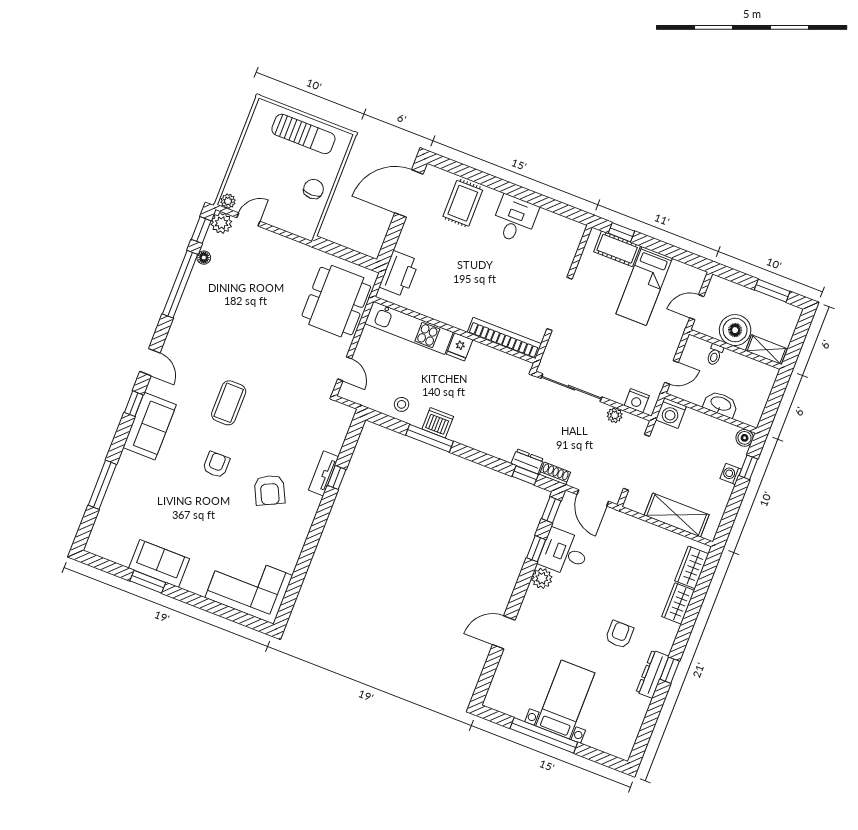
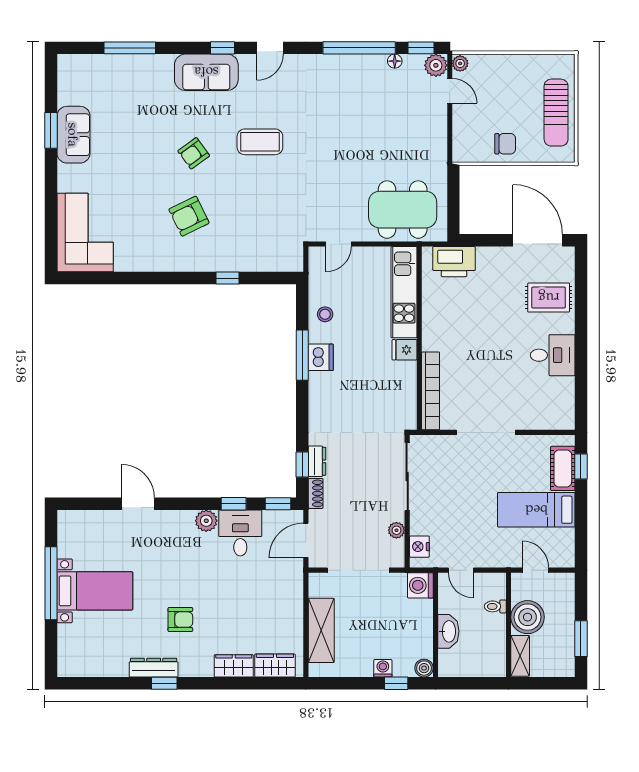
armchair: (216, 465) -> (194, 153), turned 144
tv unit: (323, 473) -> (226, 263), removed

